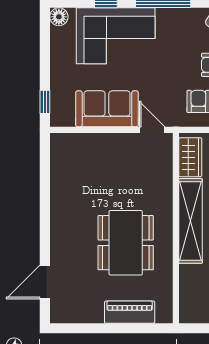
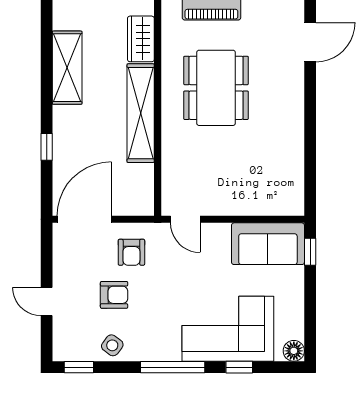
sofa: (107, 109) -> (268, 244), moved
wardrobe: (190, 157) -> (141, 39), moved

